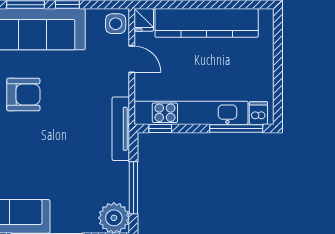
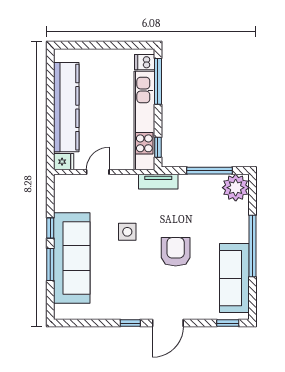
side table: (116, 24) -> (127, 232), moved
armchair: (23, 95) -> (176, 252), moved
tv unit: (121, 129) -> (158, 182), width x0.71

